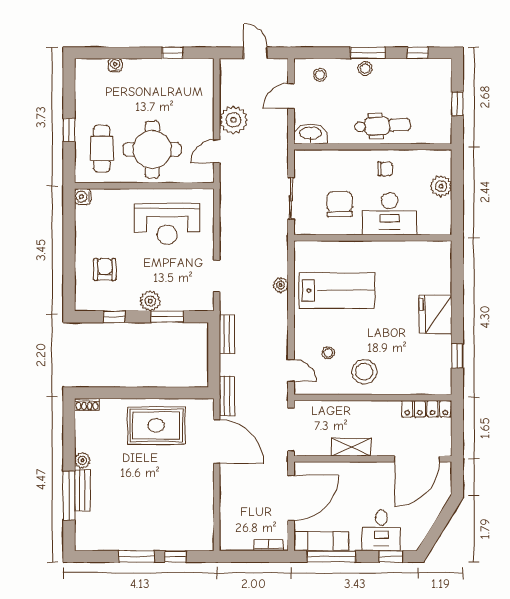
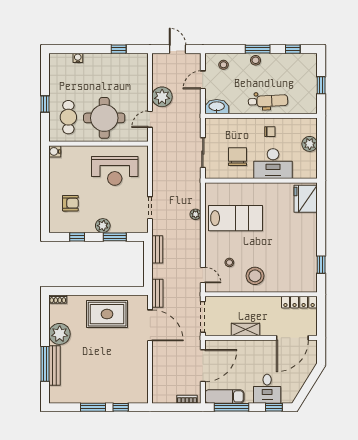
armchair: (105, 269) -> (70, 203), turned 90
fridge: (435, 314) -> (306, 199), moved
plant: (82, 460) -> (60, 334), width x1.87, depth x1.87
bench: (82, 490) -> (54, 365), width x1.36

